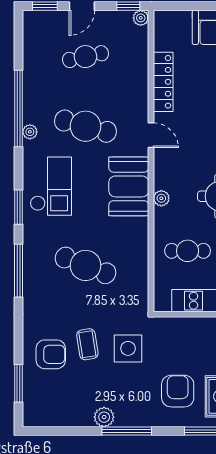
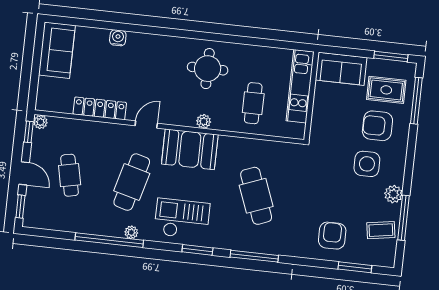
cafe table: (85, 265) -> (256, 196), turned -42
coffee table: (87, 344) -> (381, 230), moved
side table: (128, 348) -> (367, 164), moved
window: (127, 431) -> (404, 218), moved

